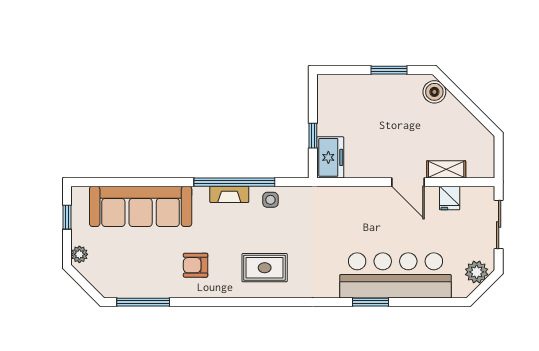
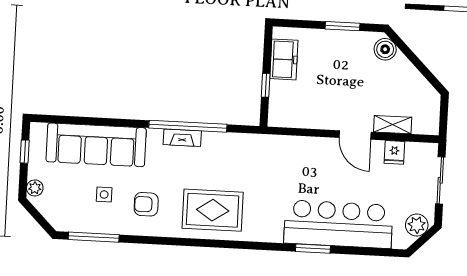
freezer: (330, 157) -> (284, 59), moved
side table: (270, 200) -> (104, 195), moved
rug: (265, 268) -> (213, 210), width x1.36, depth x1.43

